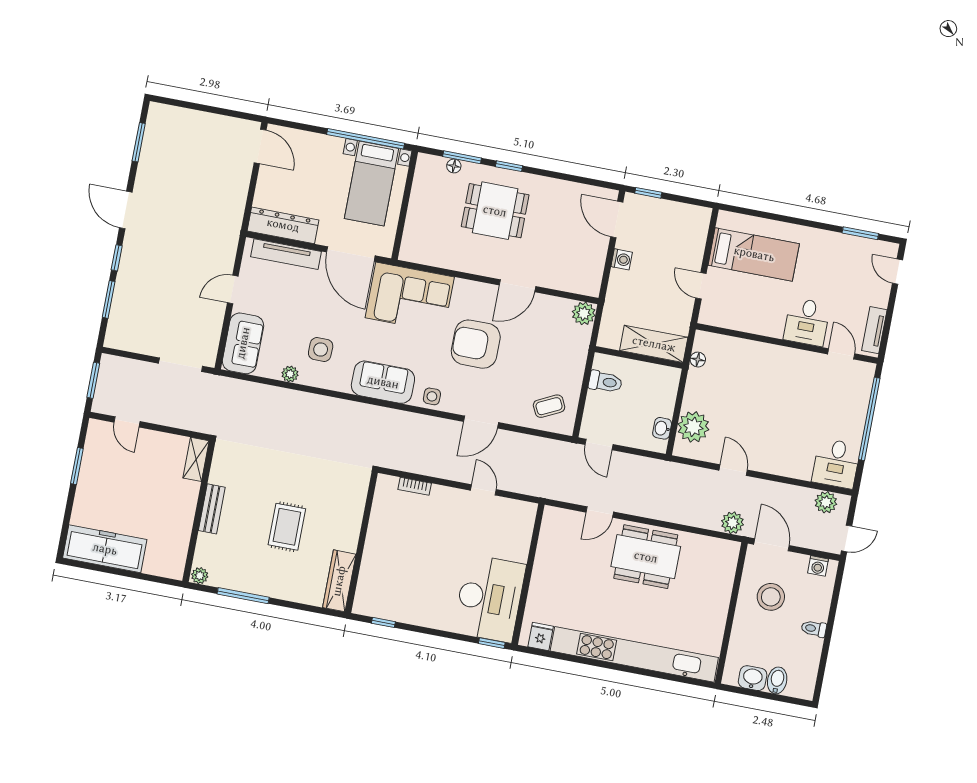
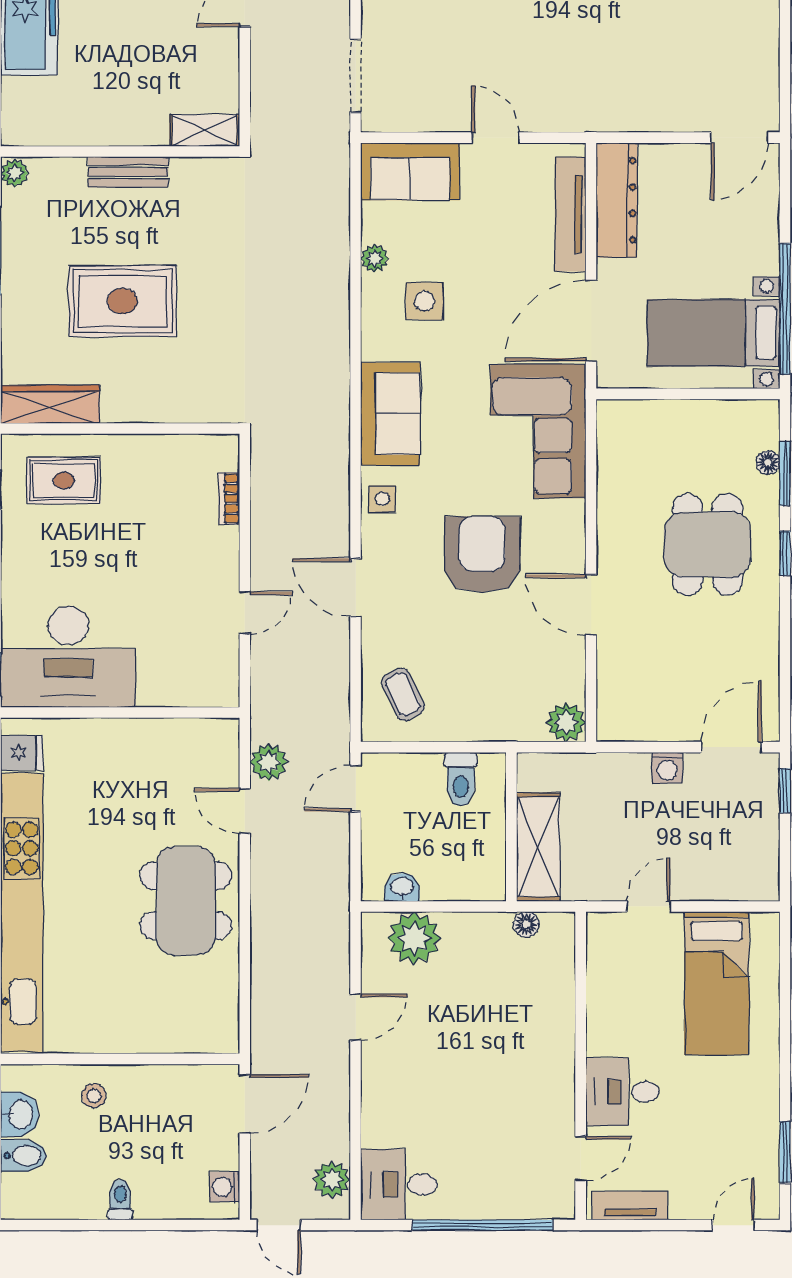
plant: (732, 523) -> (269, 762), moved
rug: (287, 527) -> (122, 301), width x1.36, depth x1.43
rug: (386, 581) -> (64, 480), added
stool: (771, 597) -> (94, 1096), moved, width x0.53, depth x0.53

